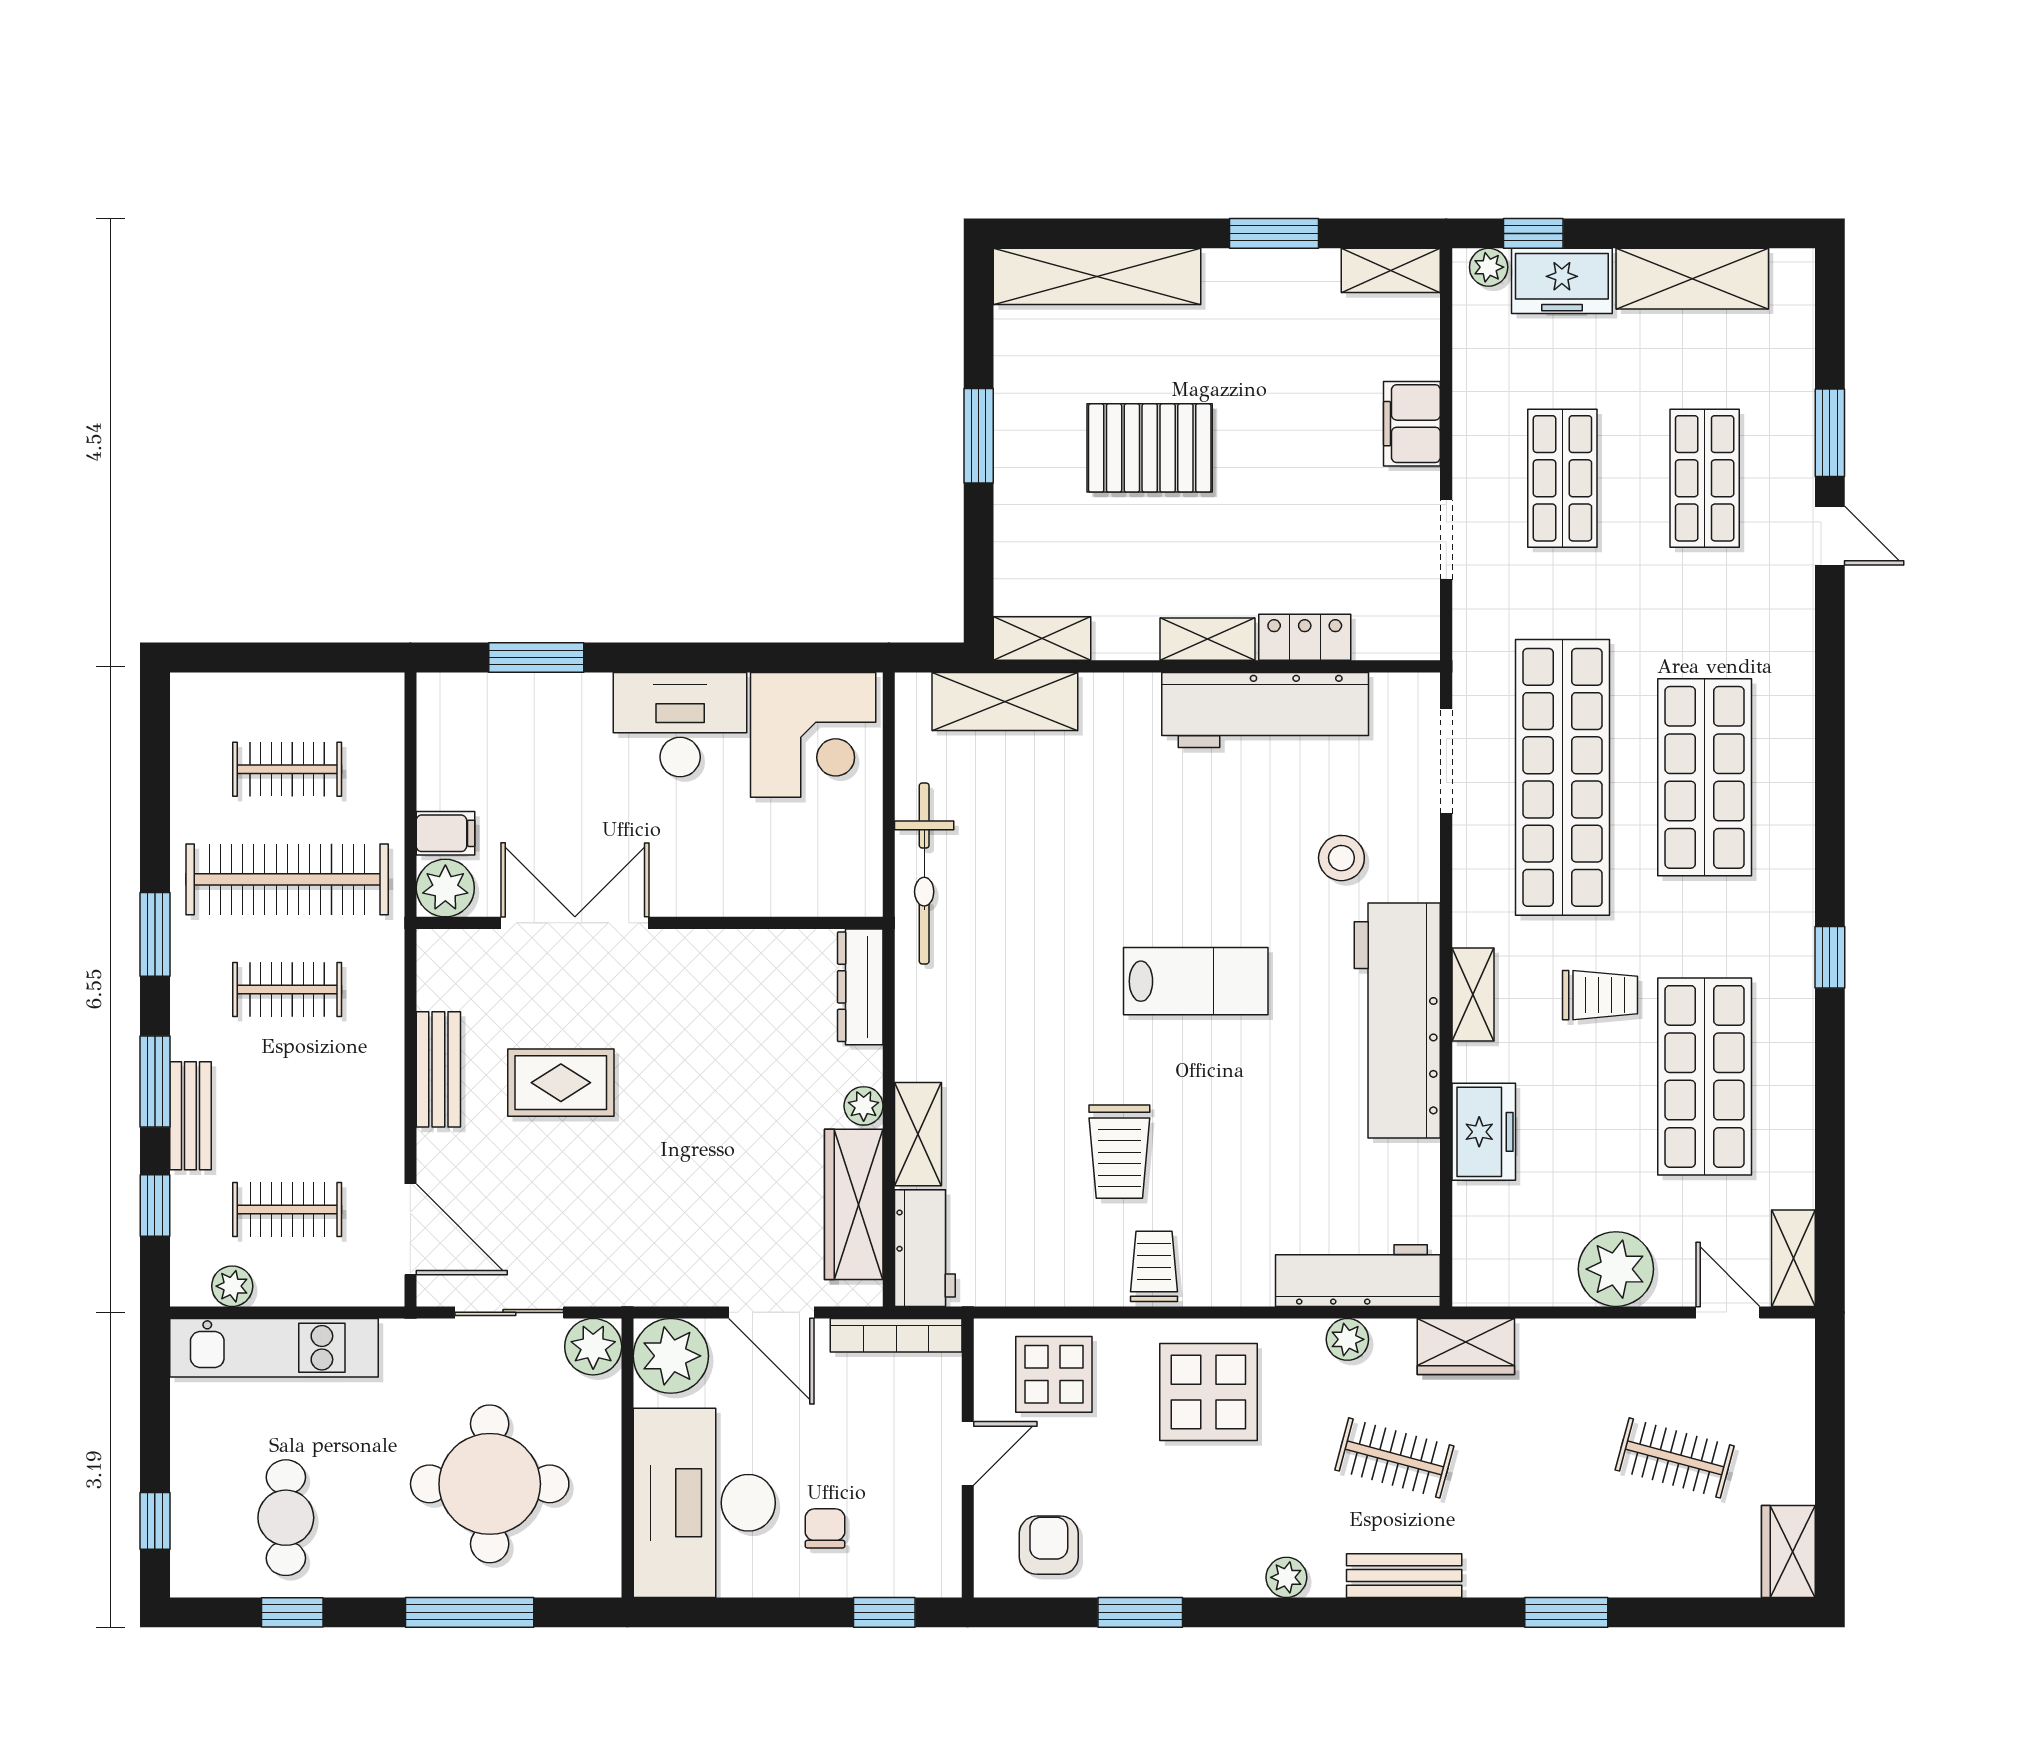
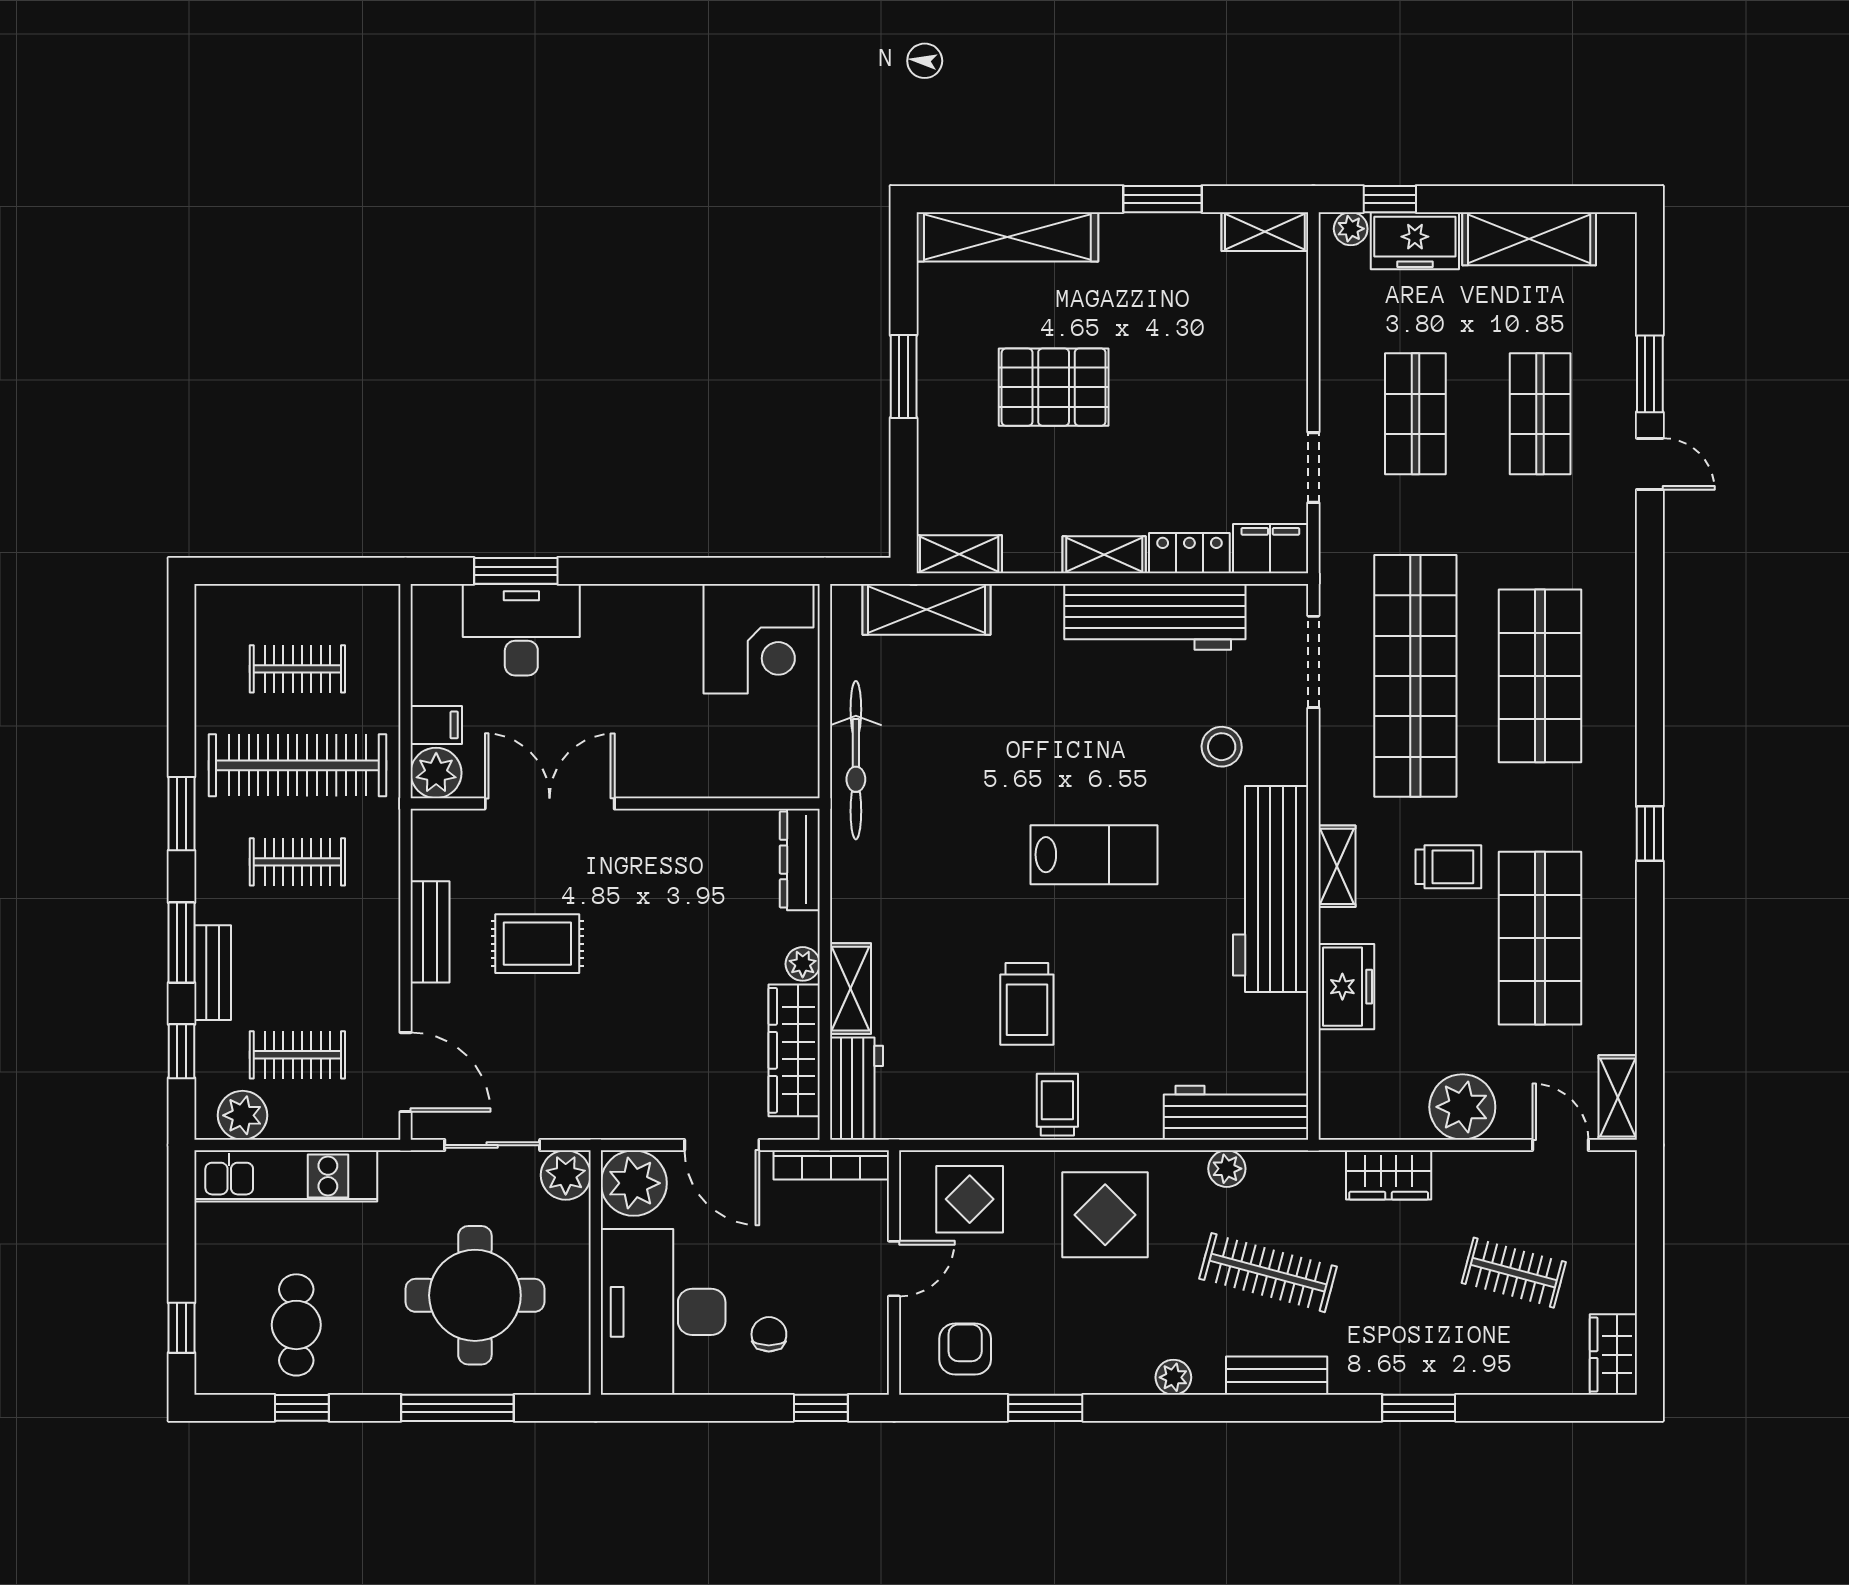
filing cabinet: (1412, 424) -> (1270, 549), moved, turned 90
desk: (680, 725) -> (521, 630), moved
plant: (232, 1286) -> (243, 1115), width x1.38, depth x1.38
wardrobe: (1466, 1347) -> (1389, 1175), moved
clothes rail: (1394, 1458) -> (1268, 1273), width x1.36

